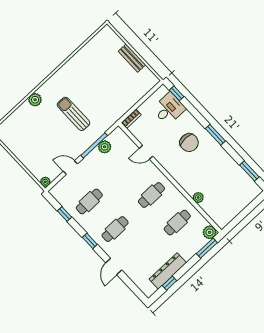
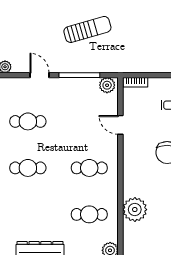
sun lounger: (74, 114) -> (87, 29), turned 74
plant: (105, 147) -> (107, 85), moved
plant: (198, 198) -> (135, 210), width x1.88, depth x1.88

